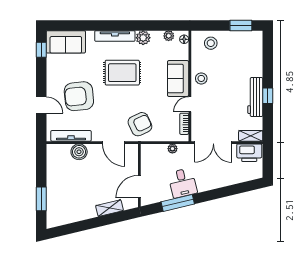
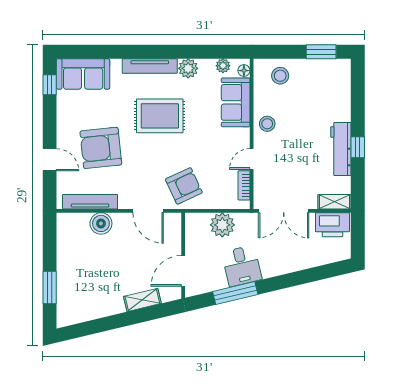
sofa: (178, 78) -> (236, 102), moved
plant: (172, 149) -> (222, 225), width x1.87, depth x1.87

